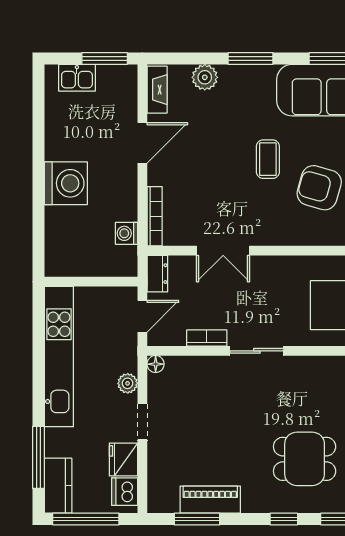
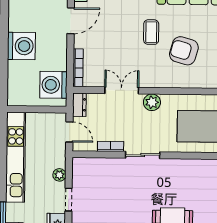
washing machine: (126, 233) -> (53, 85), width x1.89, depth x1.89
double door: (223, 251) -> (122, 90), swing flipped
plant: (270, 268) -> (152, 102), added
door: (142, 316) -> (69, 132), hinge flipped
floor lamp: (156, 364) -> (77, 163), removed

